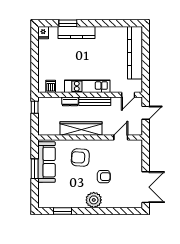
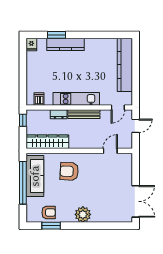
wardrobe: (81, 128) -> (47, 142), moved
window: (35, 169) -> (23, 183), width x2.11
armchair: (104, 177) -> (49, 212), moved

